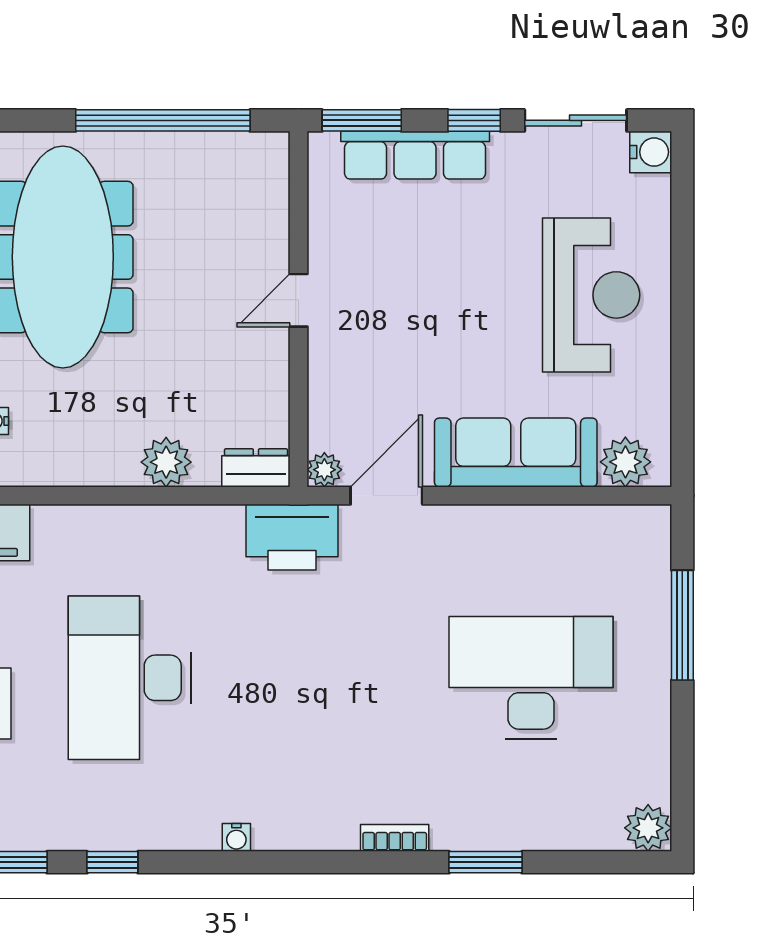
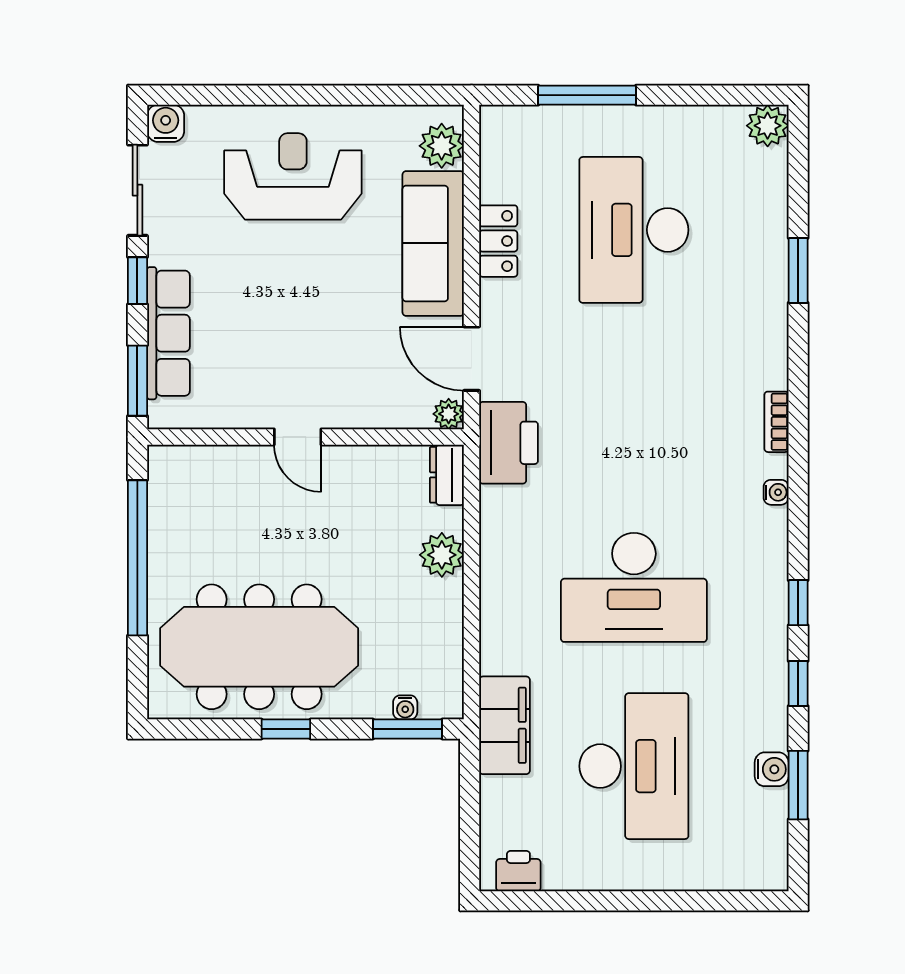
locker: (519, 526) -> (498, 241), added
bookcase: (395, 838) -> (776, 422), moved

